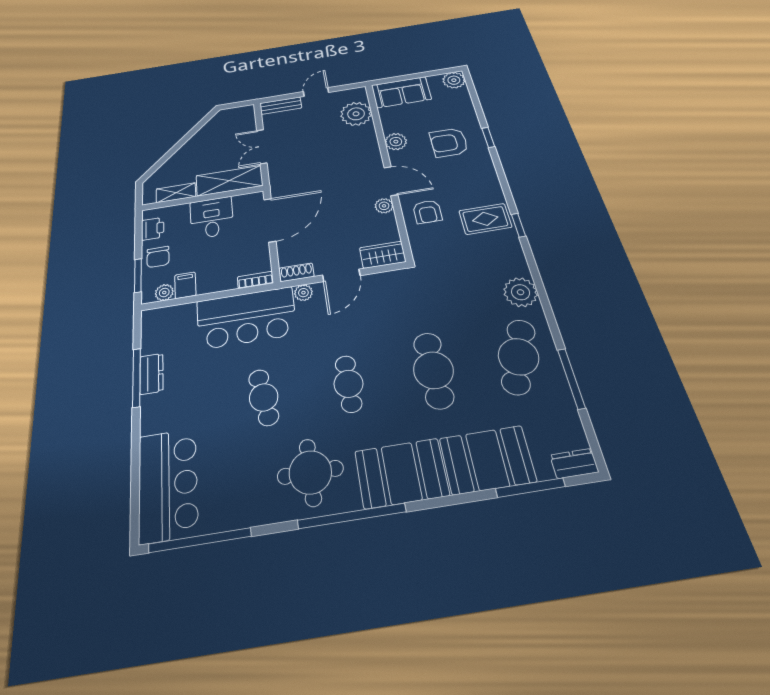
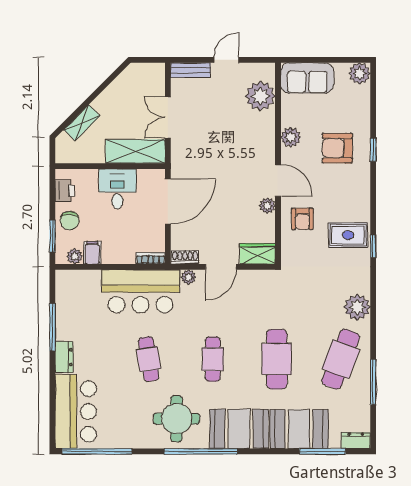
shelving: (176, 193) -> (82, 123), moved, turned -45
dresser: (151, 374) -> (64, 357), moved

